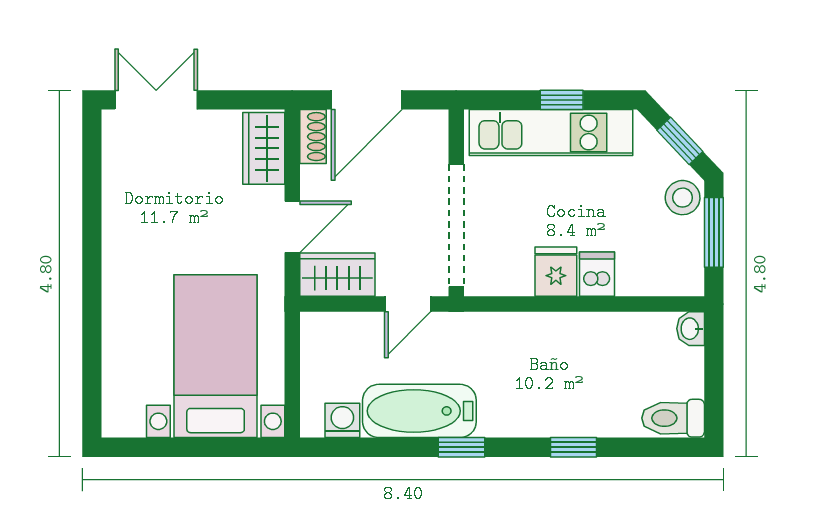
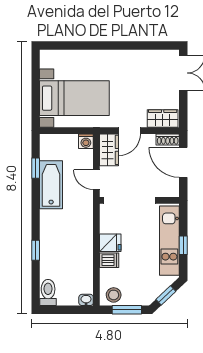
stool: (683, 198) -> (114, 295), moved
door: (292, 227) -> (129, 131), hinge flipped
washing machine: (342, 420) -> (86, 141), moved, turned 90
window: (461, 447) -> (36, 168), moved

